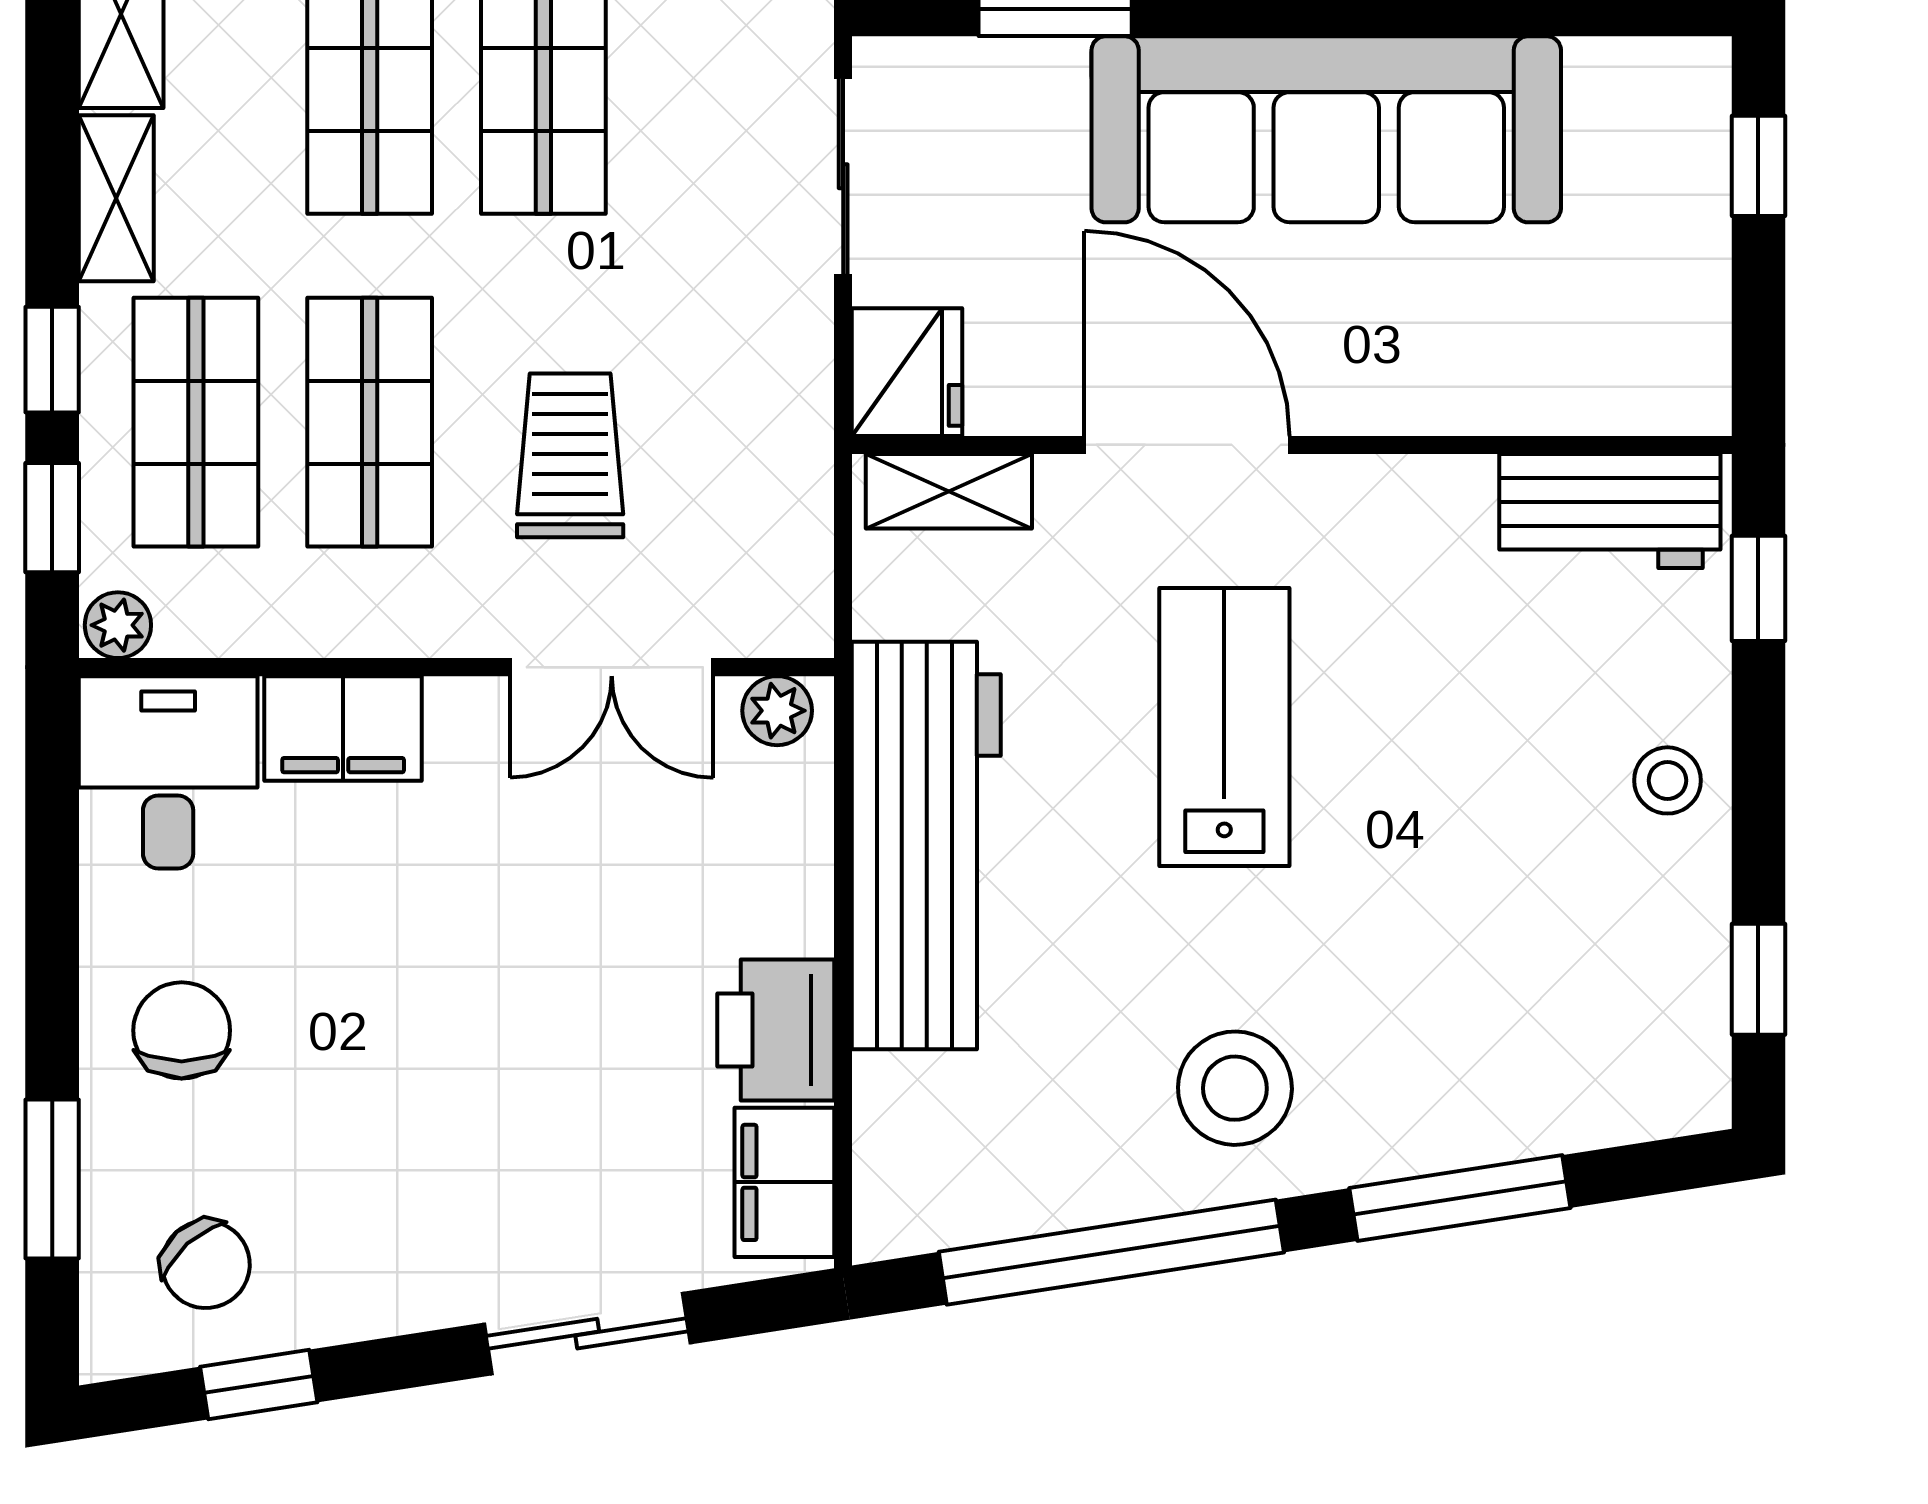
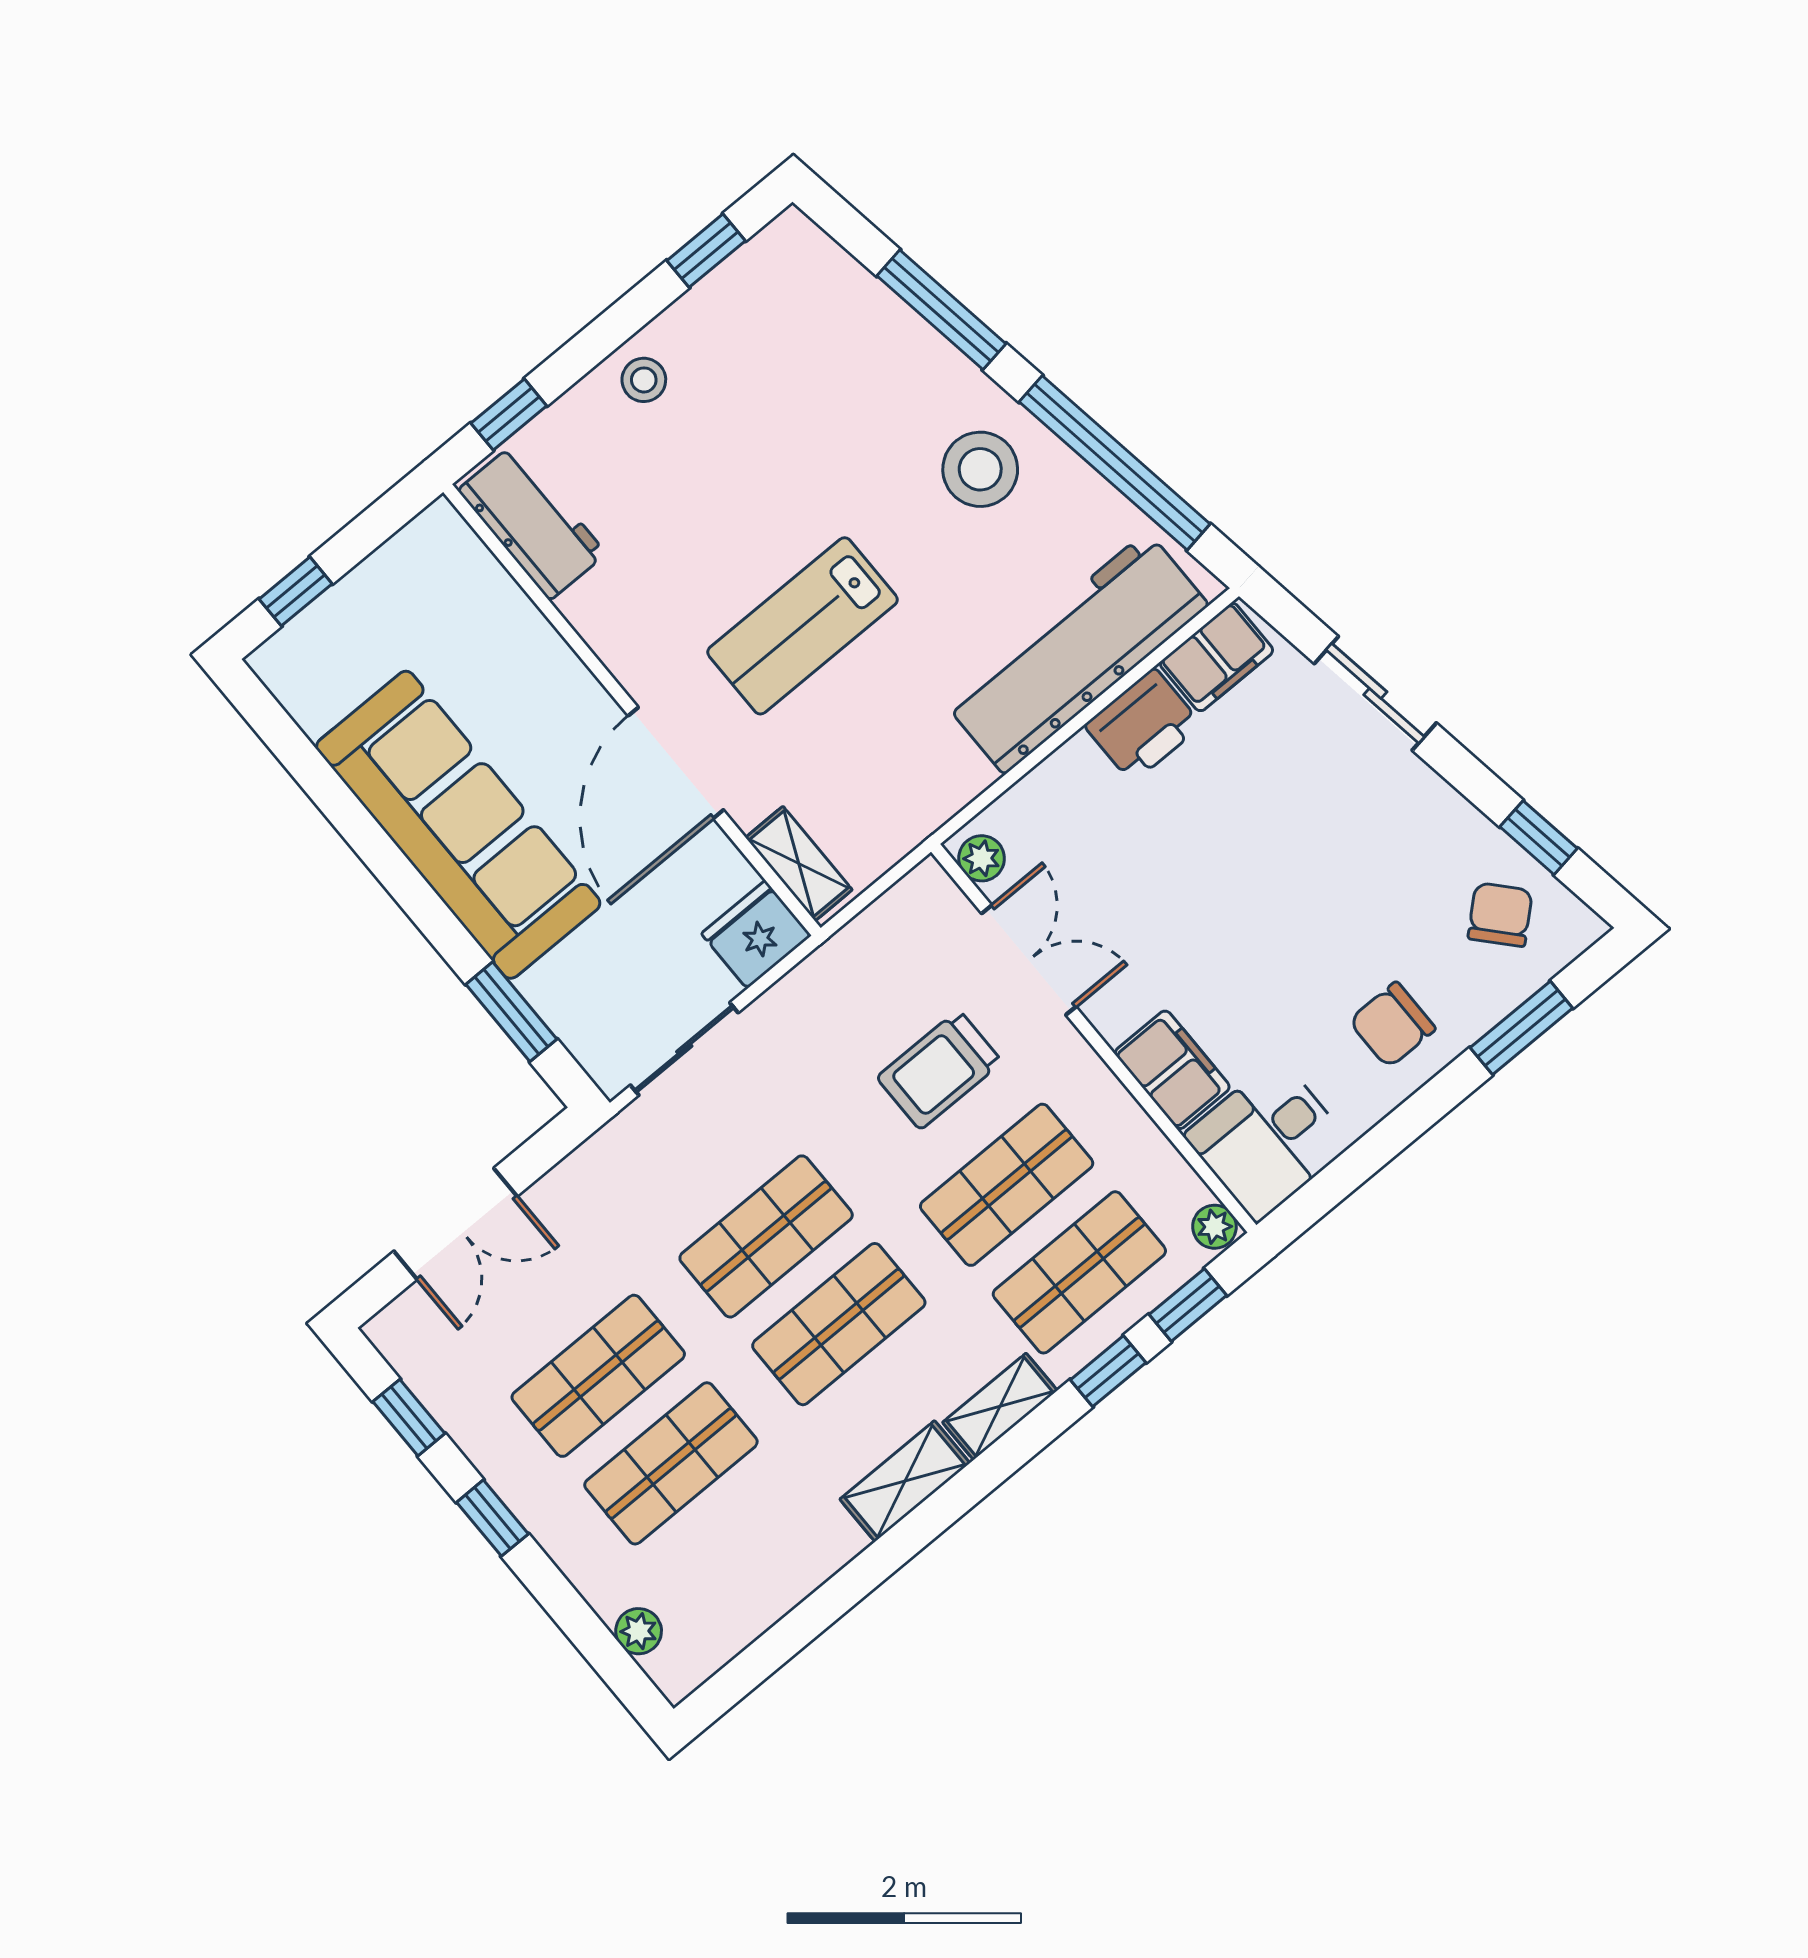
workbench: (926, 845) -> (1076, 653), moved

